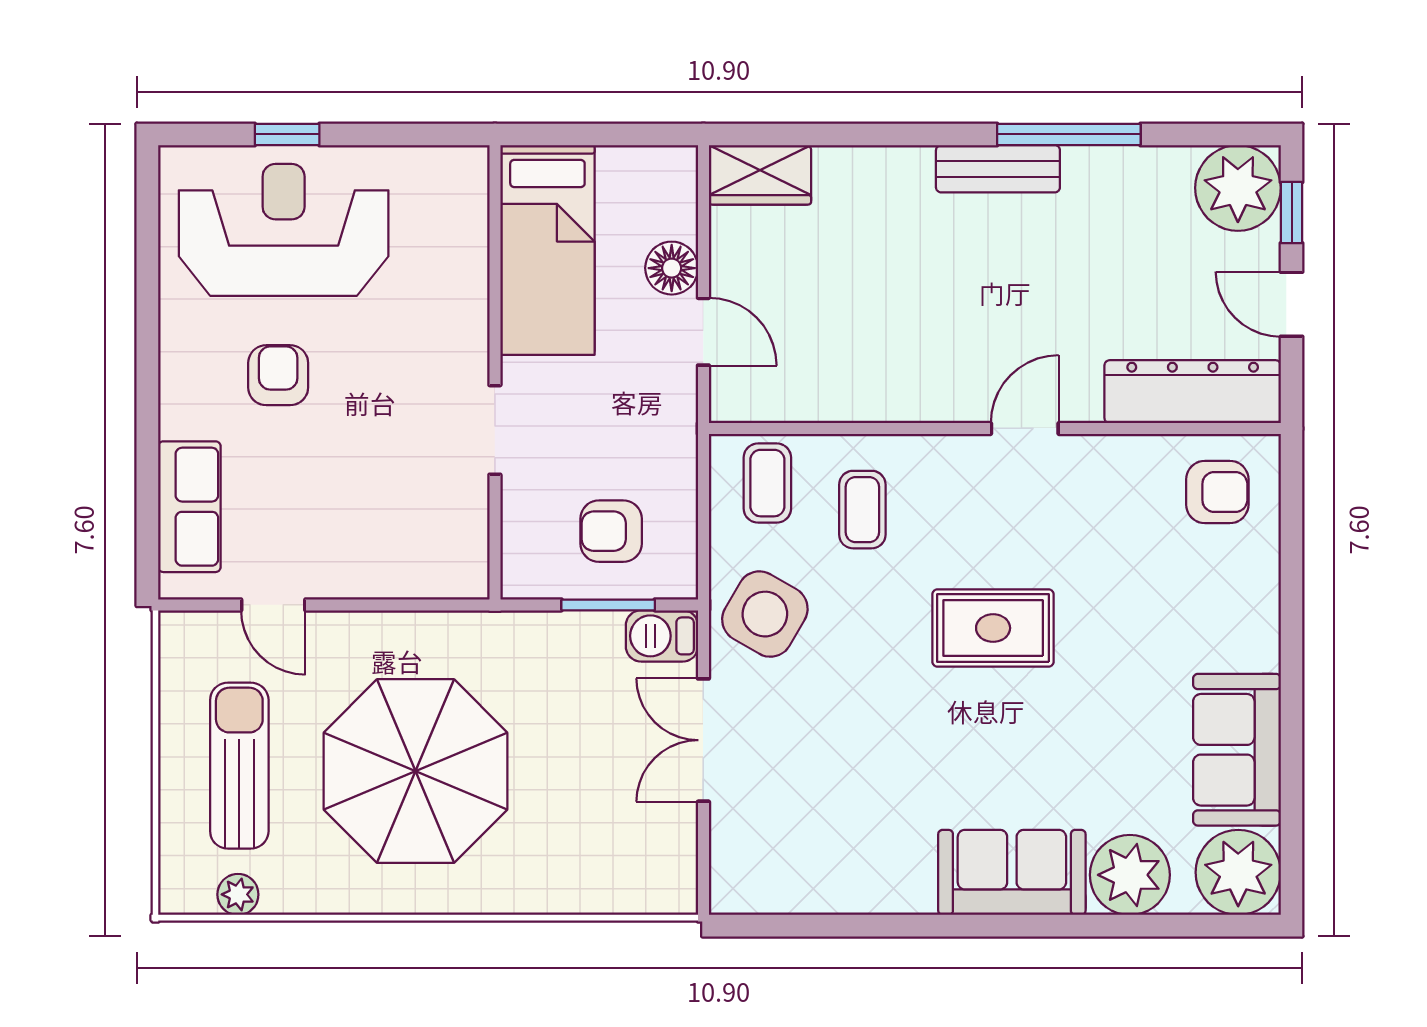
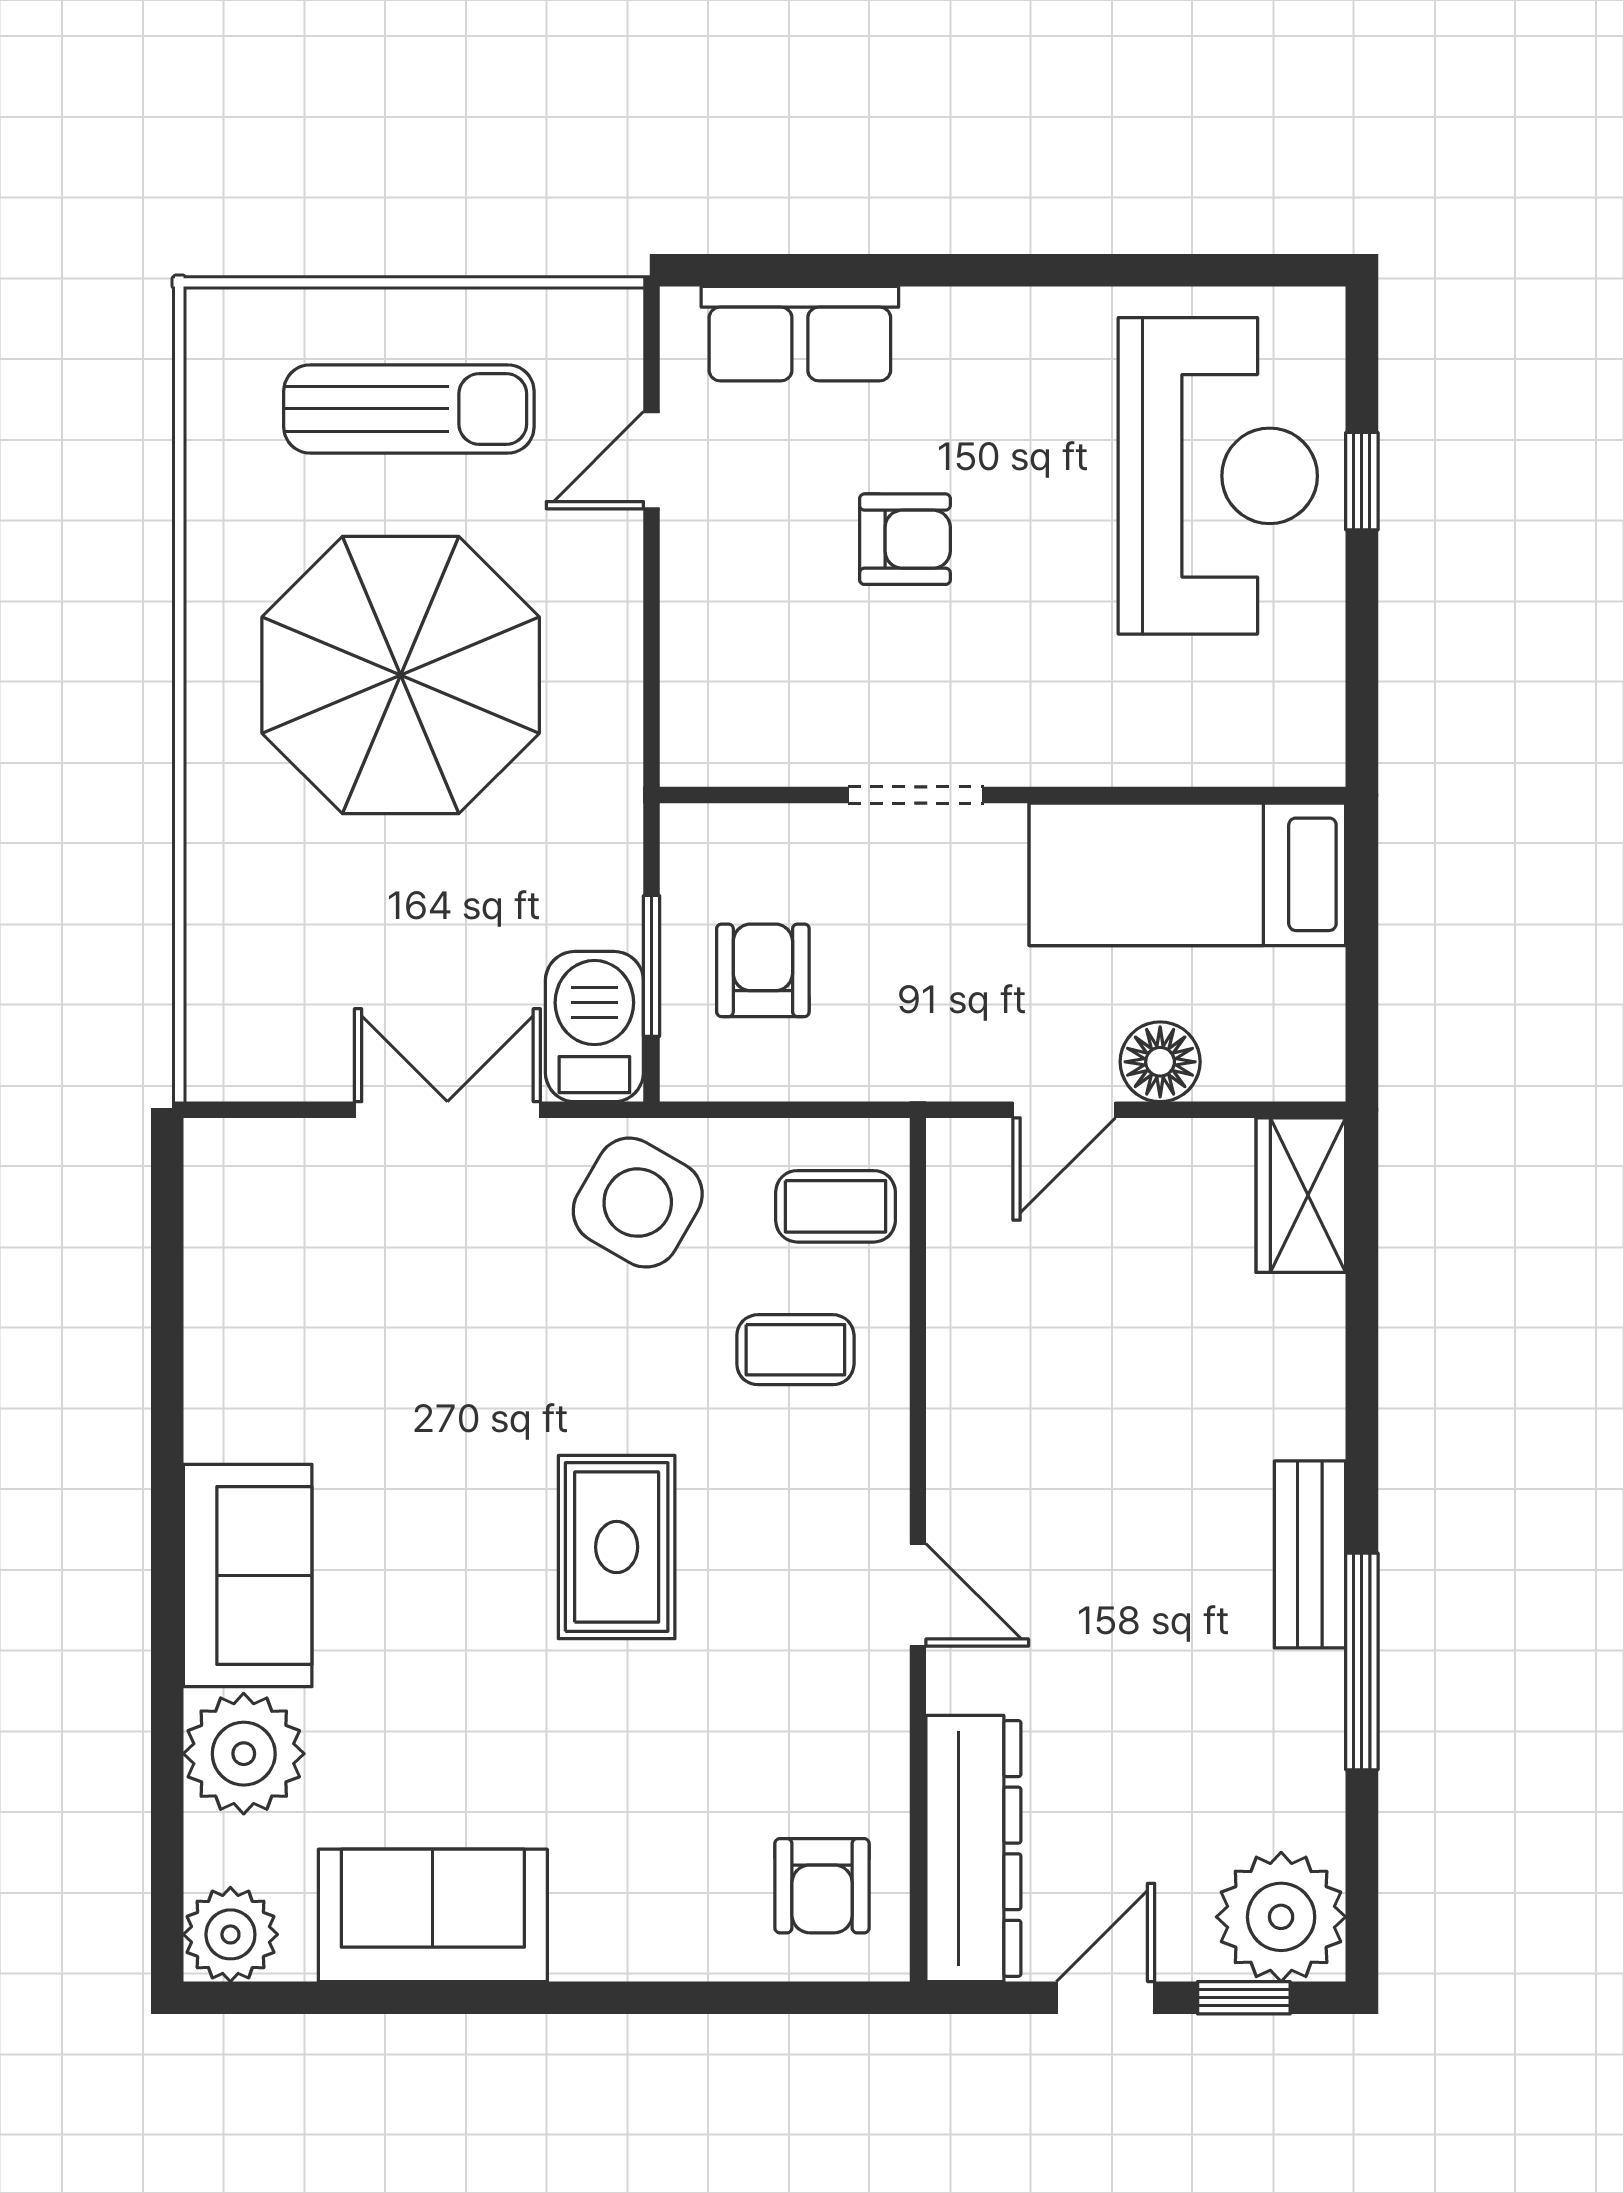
armchair: (278, 375) -> (905, 539), moved
barbecue: (662, 636) -> (594, 1027), width x1.38, depth x1.27
plant: (1238, 872) -> (230, 1934), width x0.73, depth x0.73
plant: (238, 894) -> (214, 407), removed

